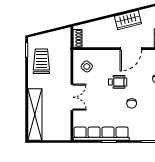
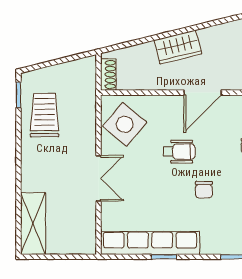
wardrobe: (128, 20) -> (178, 47), moved
side table: (87, 66) -> (125, 124), width x1.87, depth x1.87
shelving: (35, 114) -> (33, 224), width x0.68

